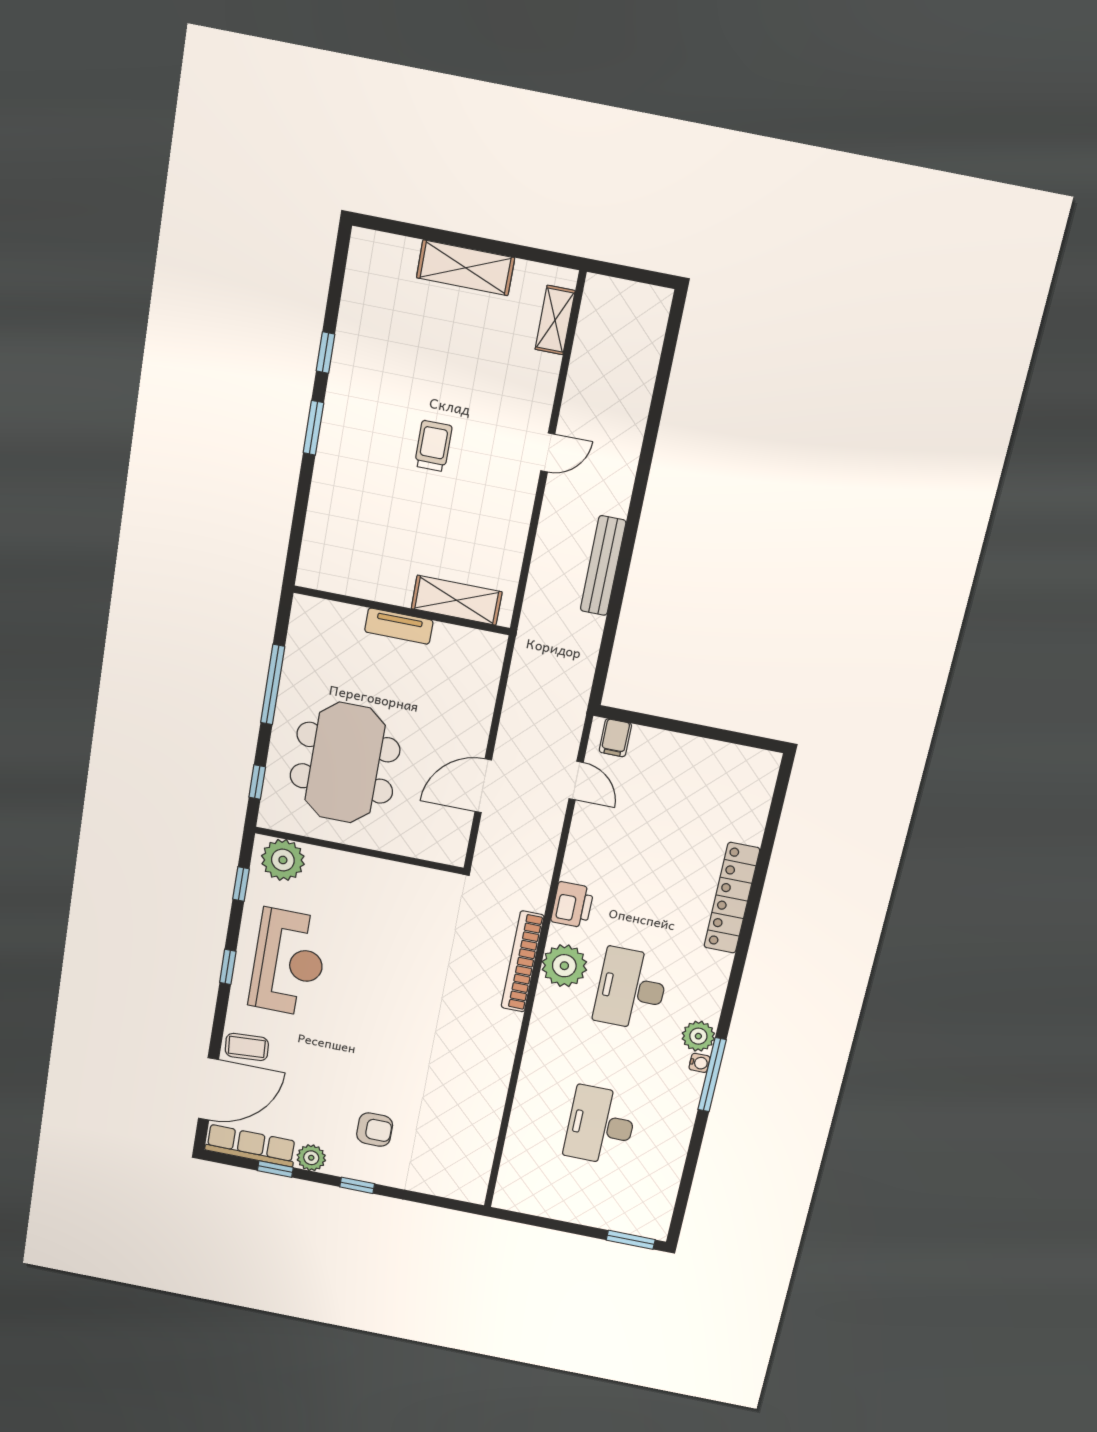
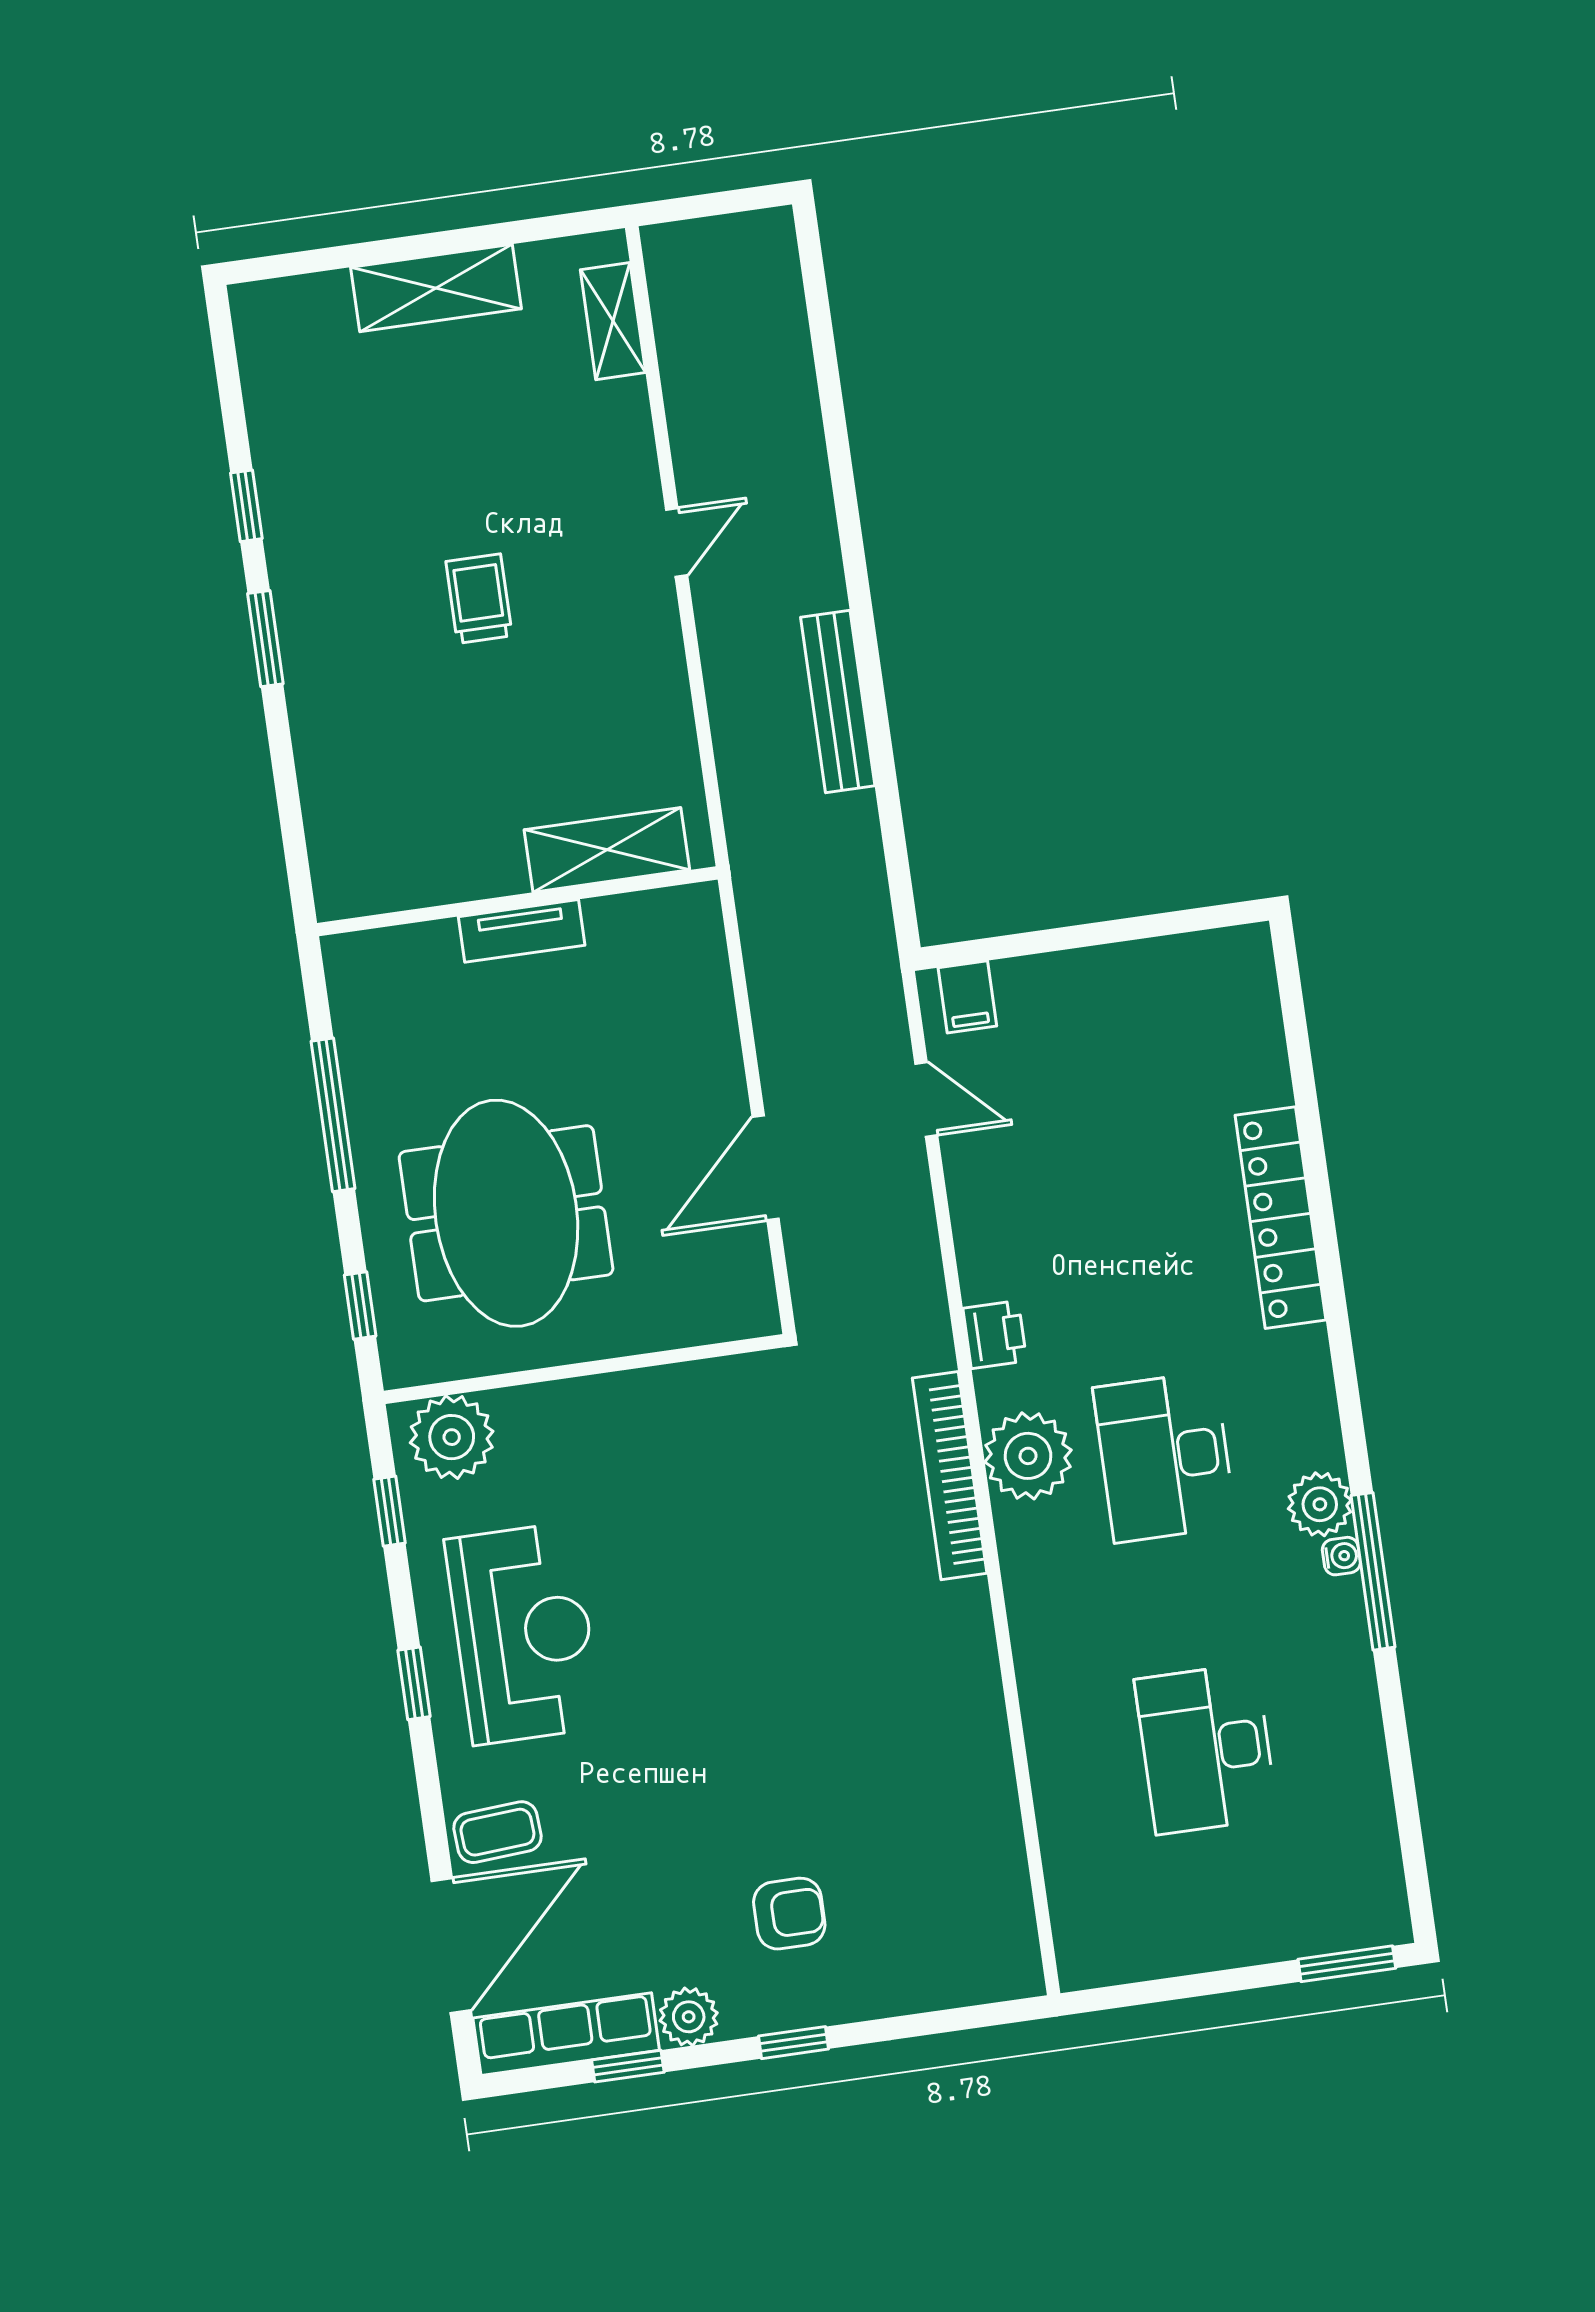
printer: (572, 905) -> (995, 1335), width x0.73, depth x0.81

